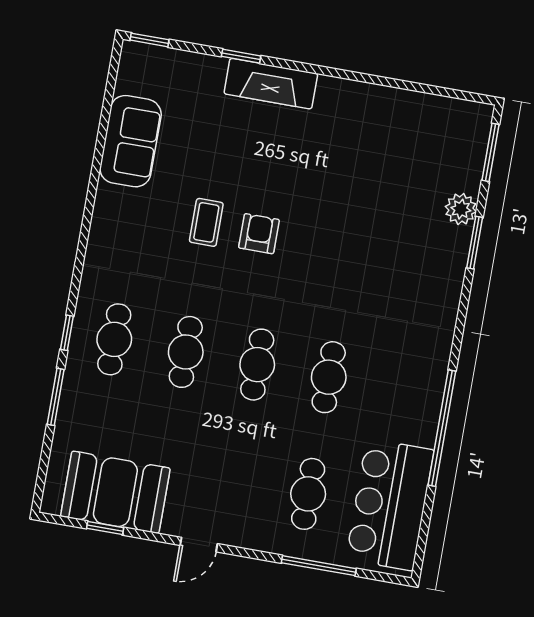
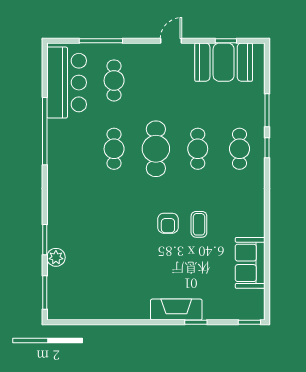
cafe table: (257, 365) -> (156, 149), width x1.37, depth x1.35

